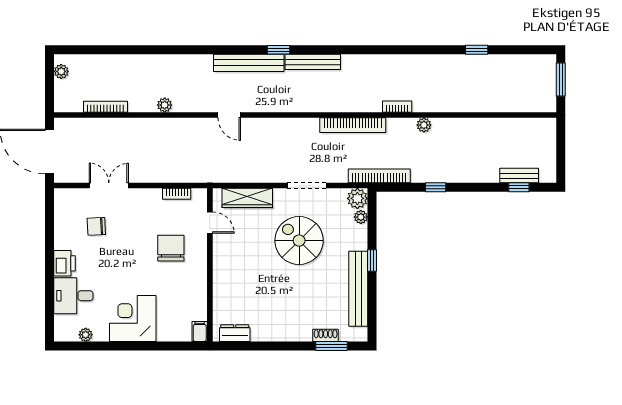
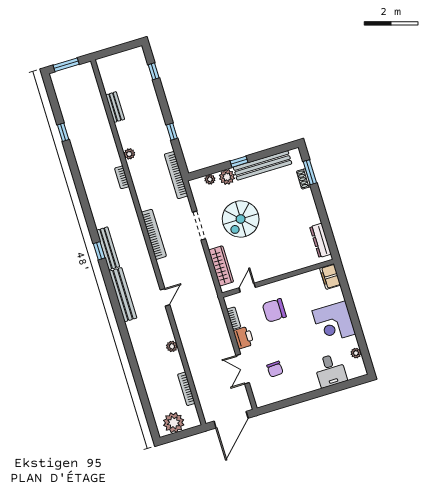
window: (278, 50) -> (99, 251), moved
plant: (61, 71) -> (174, 423), width x1.88, depth x1.88
bookcase: (353, 125) -> (154, 234), moved
bench: (519, 176) -> (115, 107), moved
plant: (357, 198) -> (227, 177), moved
printer: (65, 263) -> (244, 338), moved, turned 90
filing cabinet: (200, 332) -> (330, 277), width x2.00
dresser: (235, 333) -> (320, 240), width x1.44

